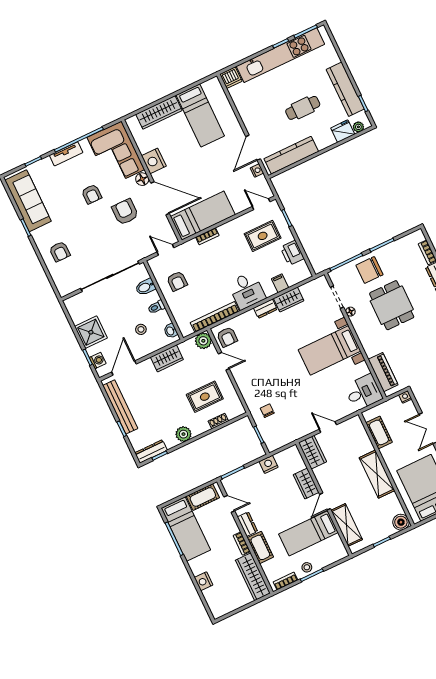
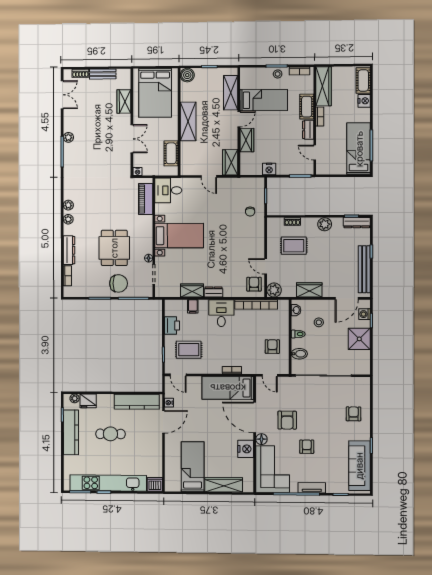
cot: (203, 497) -> (363, 80), moved, turned 90

